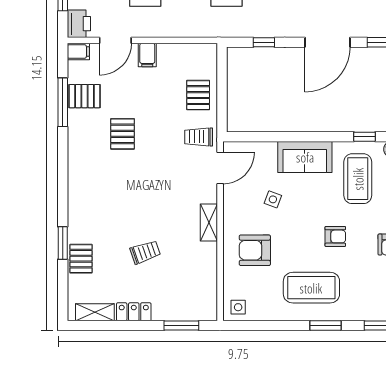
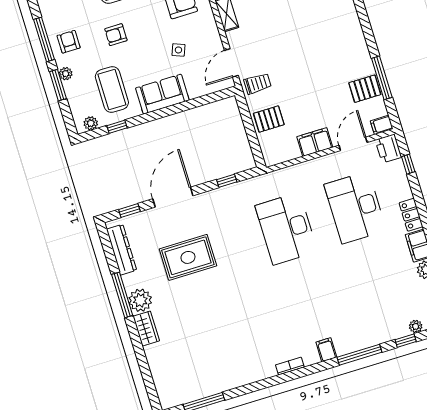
filing cabinet: (147, 55) -> (315, 142), width x2.00
pallet: (198, 95) -> (269, 119), turned 90
pallet: (123, 134) -> (323, 67), removed

